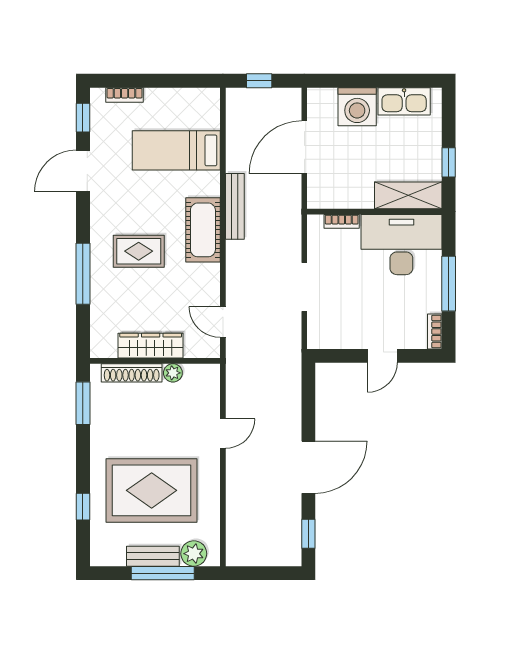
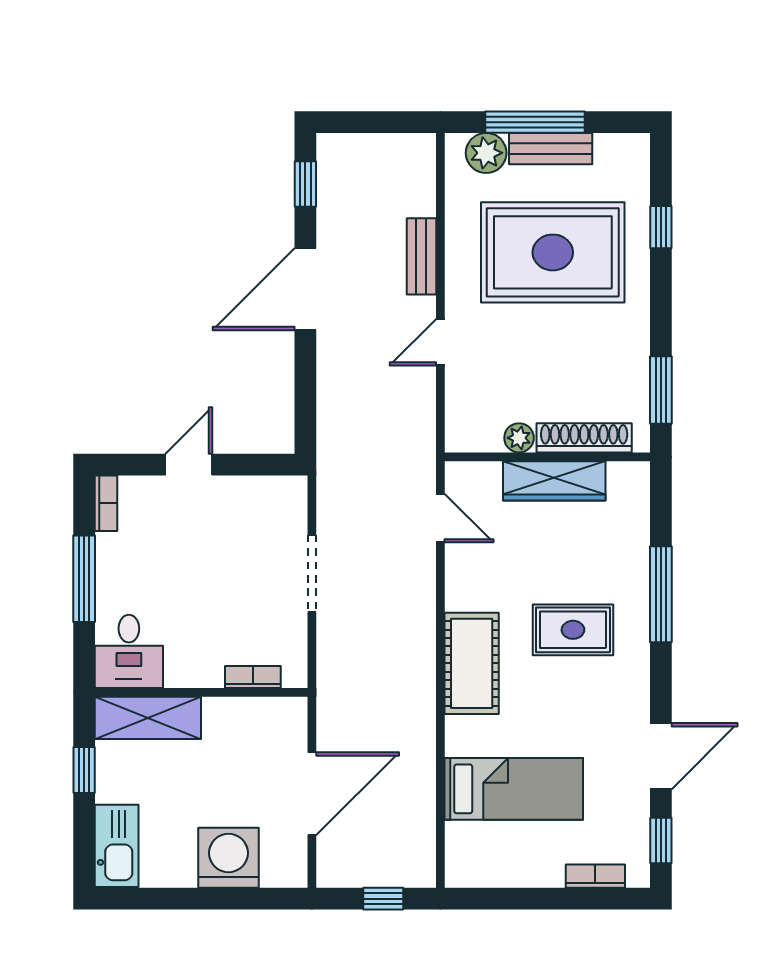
kitchen sink: (404, 101) -> (117, 846), moved, turned 90
bench: (235, 206) -> (421, 256), moved, width x0.73
desk: (401, 245) -> (129, 651), width x0.53, depth x0.77

